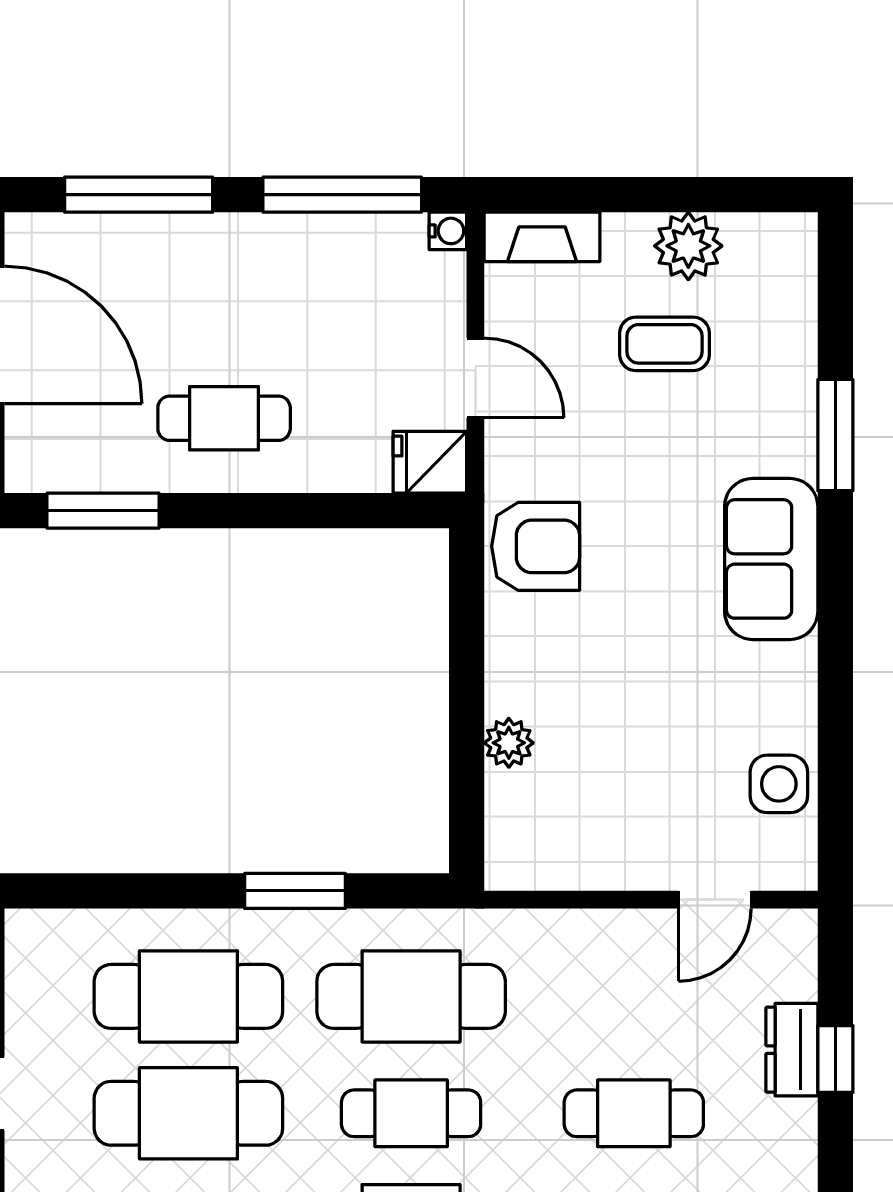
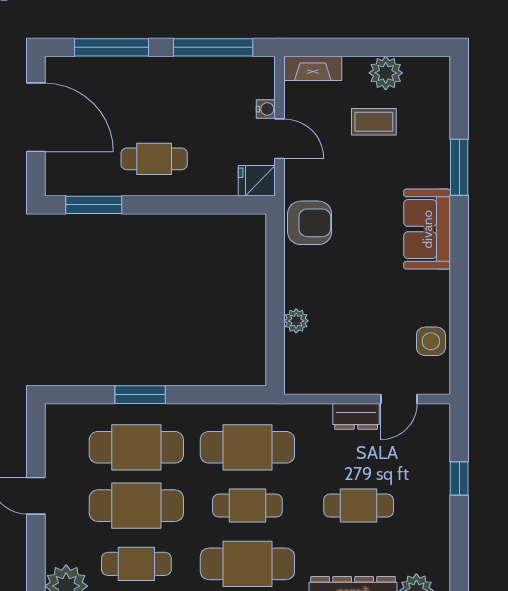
water cooler: (448, 231) -> (266, 109), moved
window: (295, 891) -> (140, 395), moved
dresser: (792, 1050) -> (356, 416), moved, turned -90

